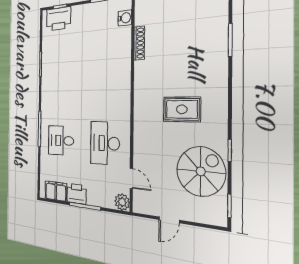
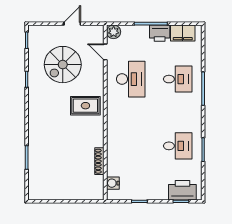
desk: (62, 67) -> (178, 146), added
rug: (182, 109) -> (85, 106), moved
spiral stairs: (201, 171) -> (63, 65), moved

